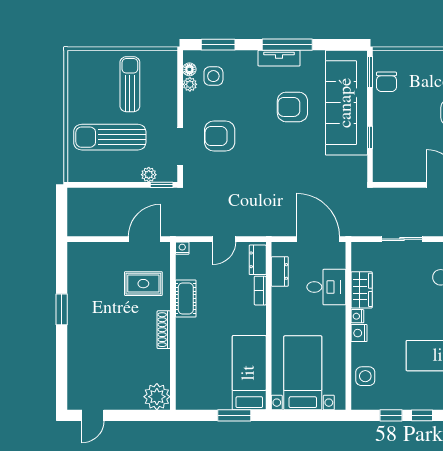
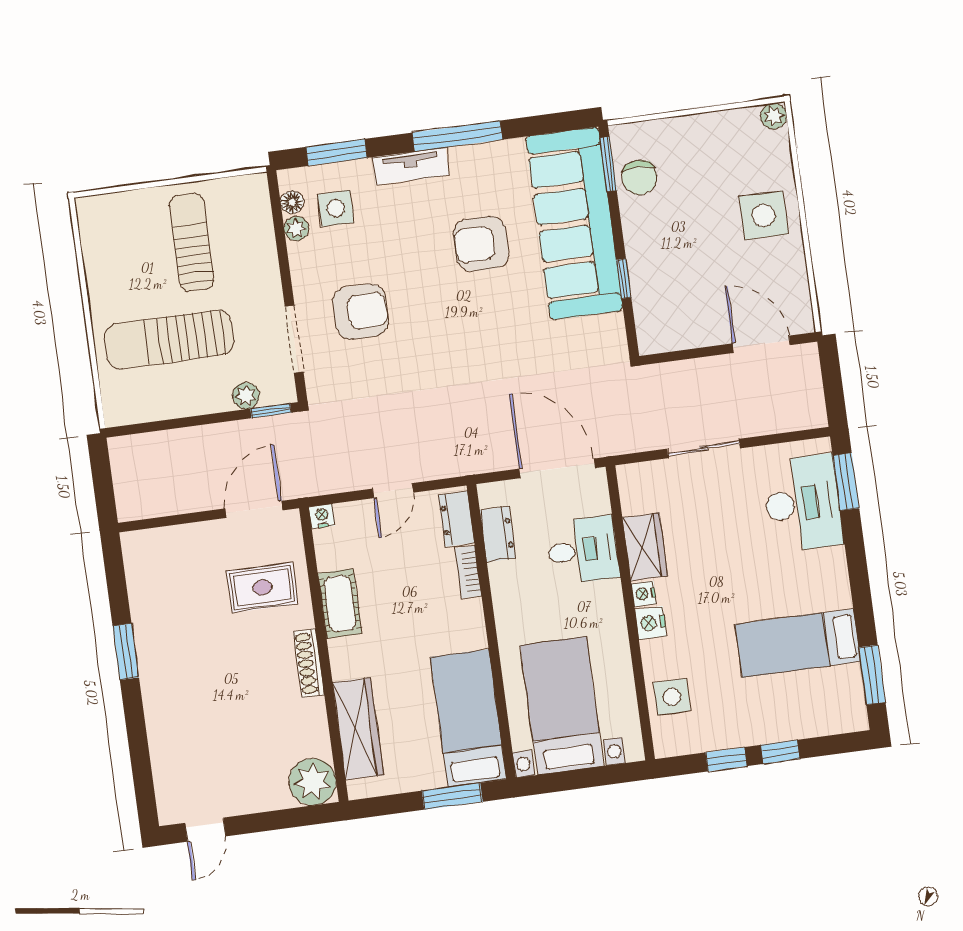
tv unit: (279, 58) -> (411, 166), moved
armchair: (220, 136) -> (361, 312), turned 180
wardrobe: (186, 370) -> (358, 729), added

